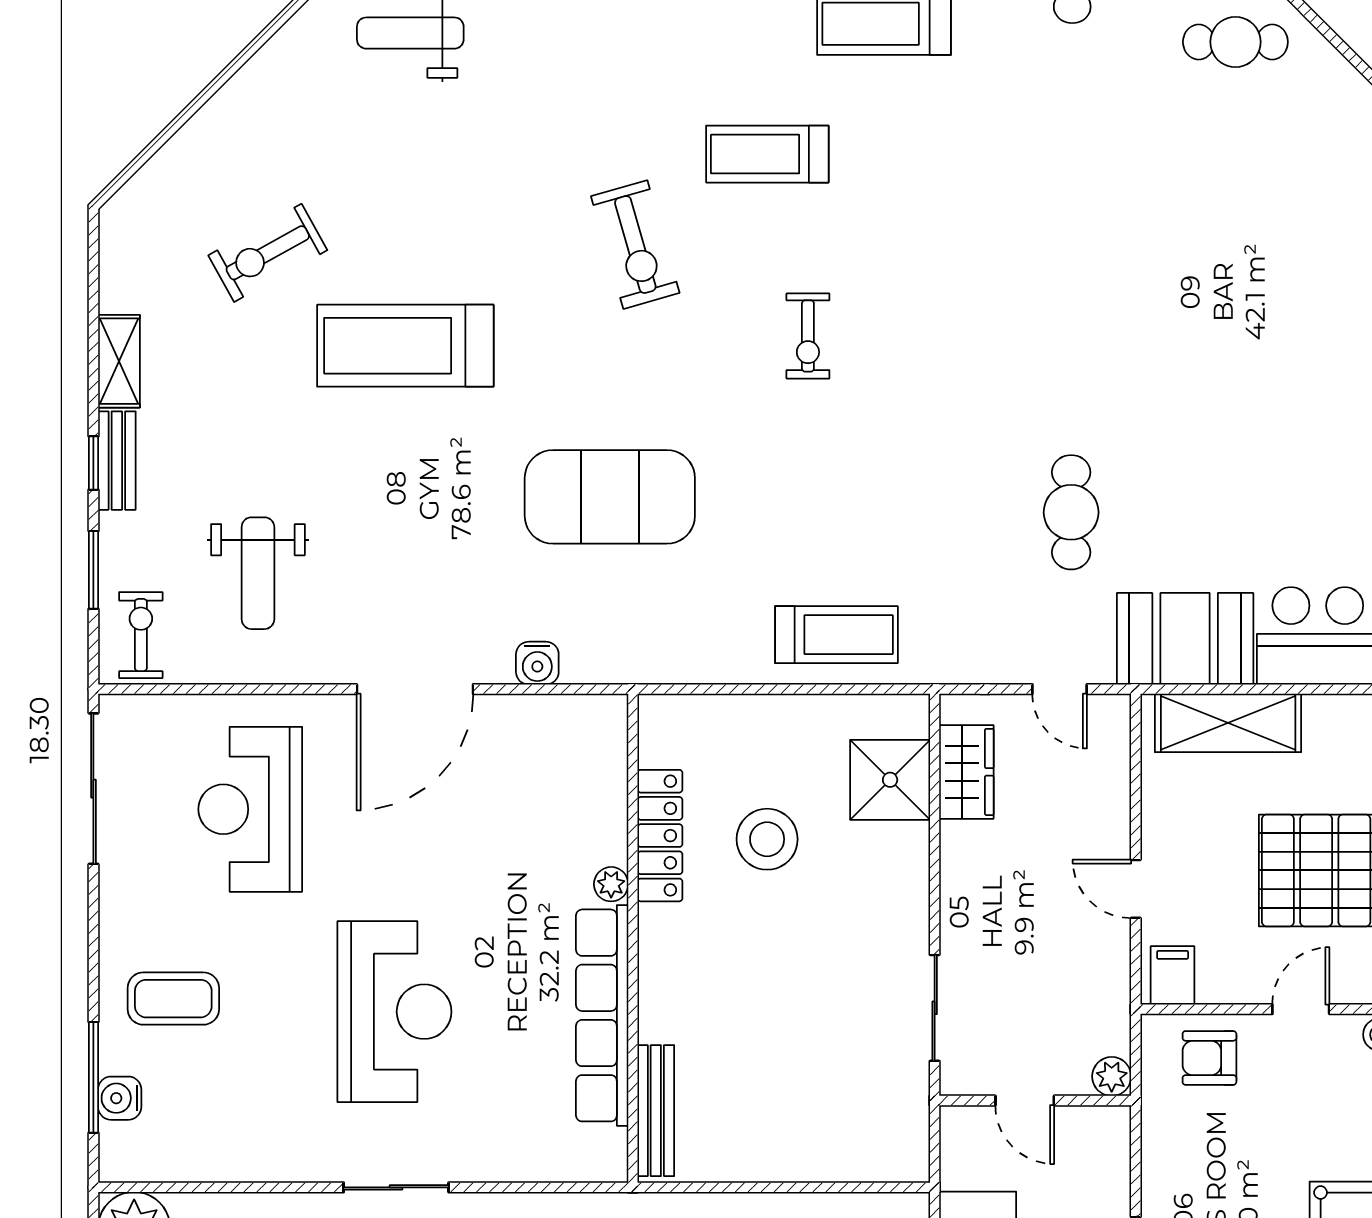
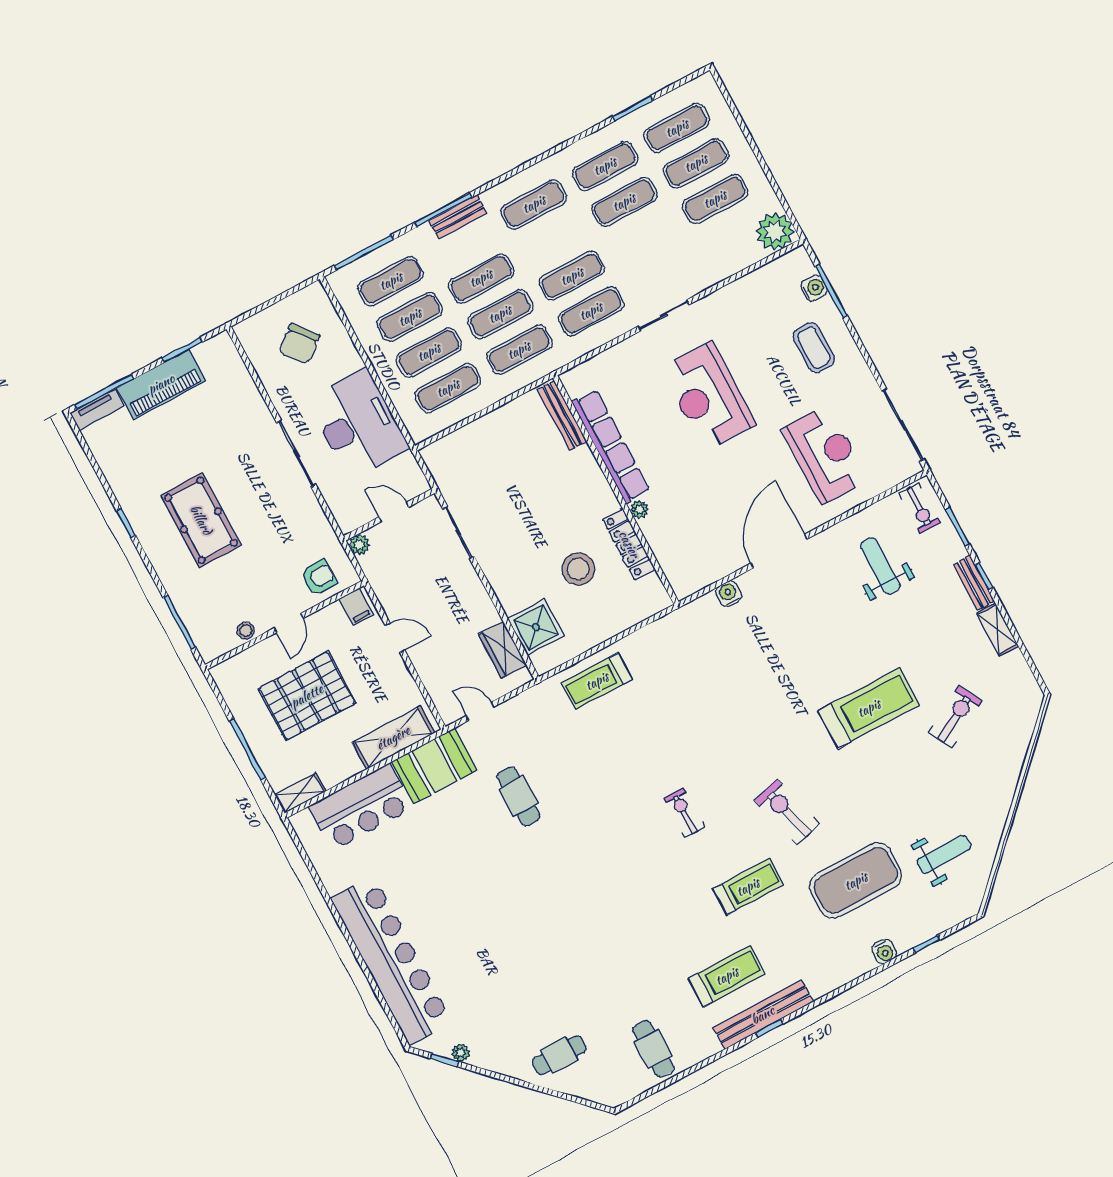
exercise mat: (610, 497) -> (856, 881), moved
coffee table: (173, 999) -> (814, 348), turned 90

